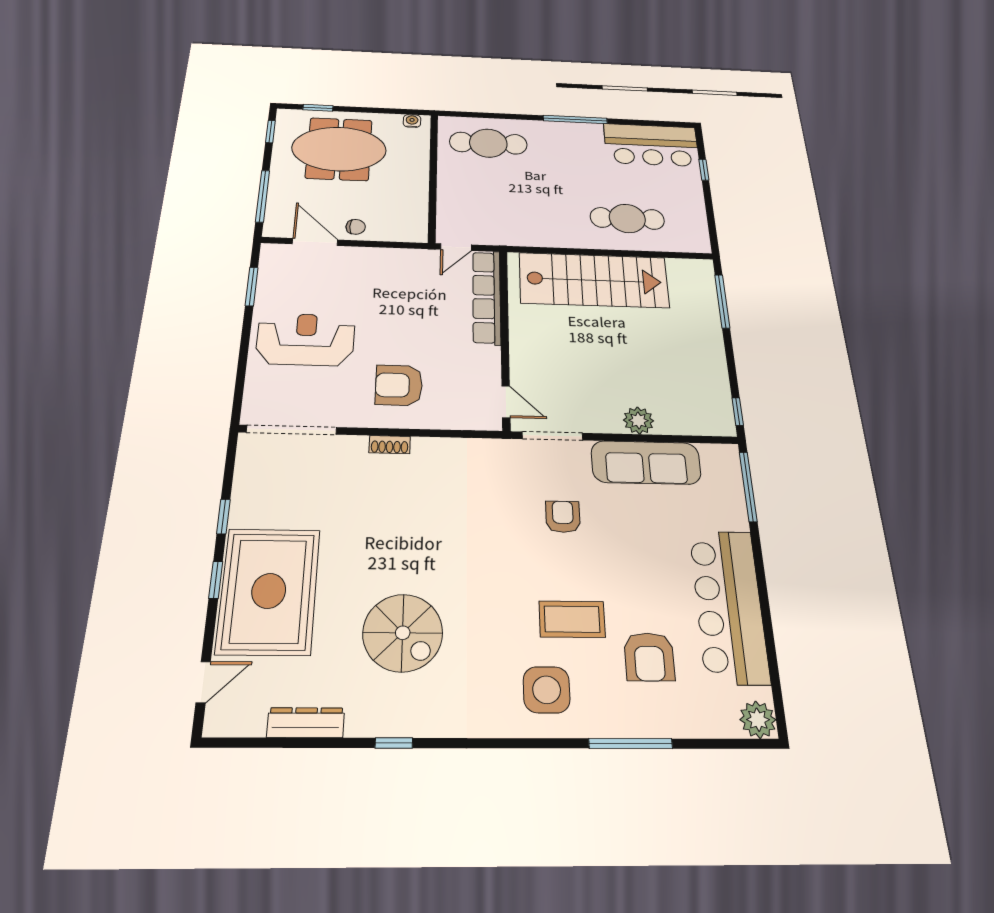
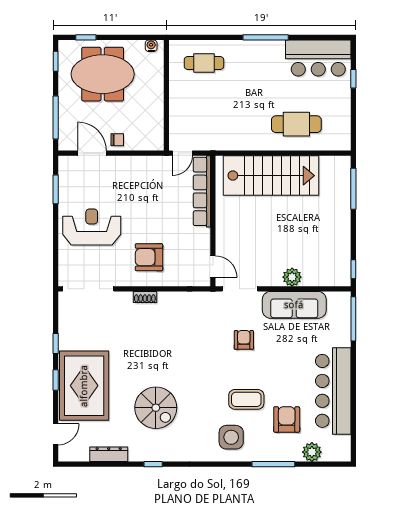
cafe table: (488, 143) -> (204, 63), width x0.73, depth x0.74
armchair: (649, 657) -> (287, 419), turned 180
plant: (758, 720) -> (312, 452), moved

